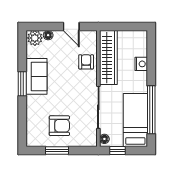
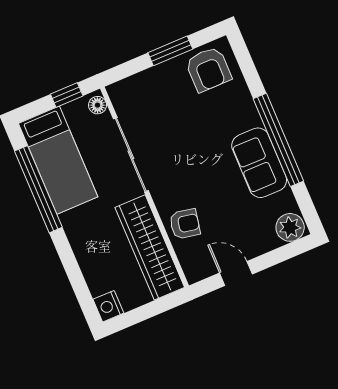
floor lamp: (48, 35) -> (269, 242), removed
armchair: (86, 62) -> (185, 224), turned -79
nightstand: (141, 64) -> (108, 306), moved
window: (22, 84) -> (278, 140), width x2.11
armchair: (59, 126) -> (208, 69), moved, turned -90

